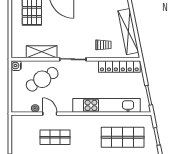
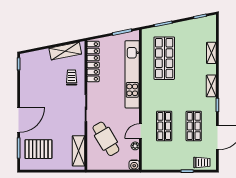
shelving: (128, 32) -> (65, 51), width x0.68
shelving: (42, 52) -> (78, 151), moved
water cooler: (16, 66) -> (134, 165), moved

